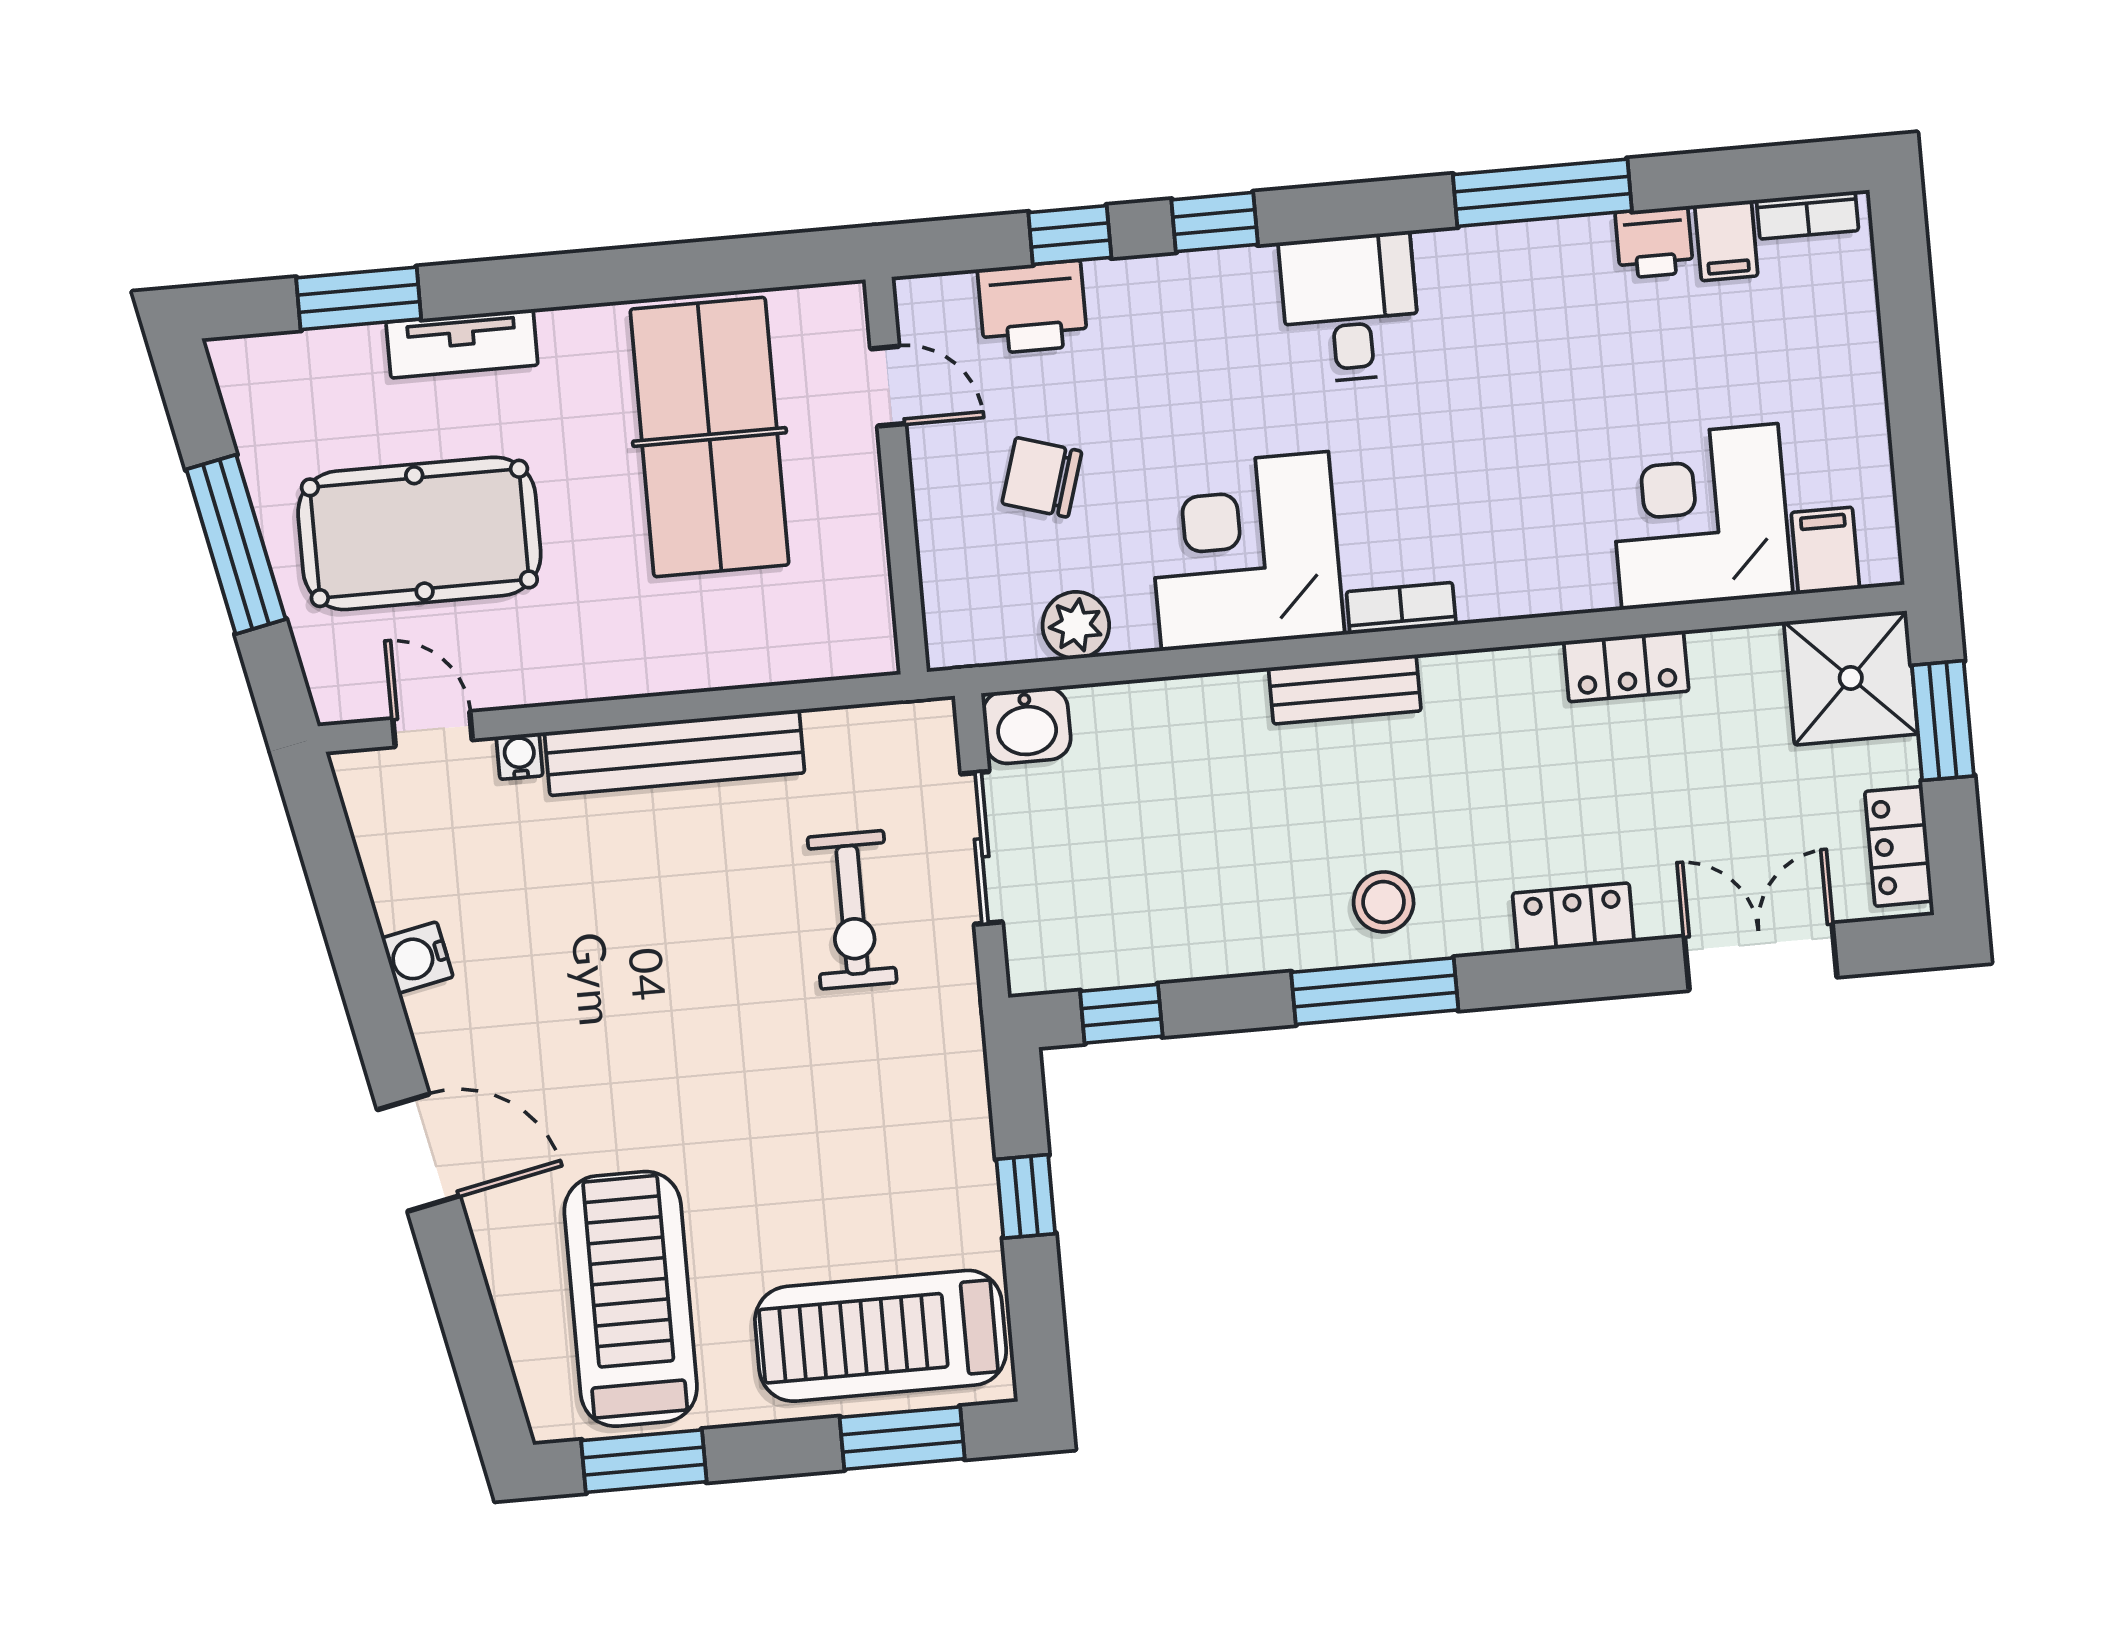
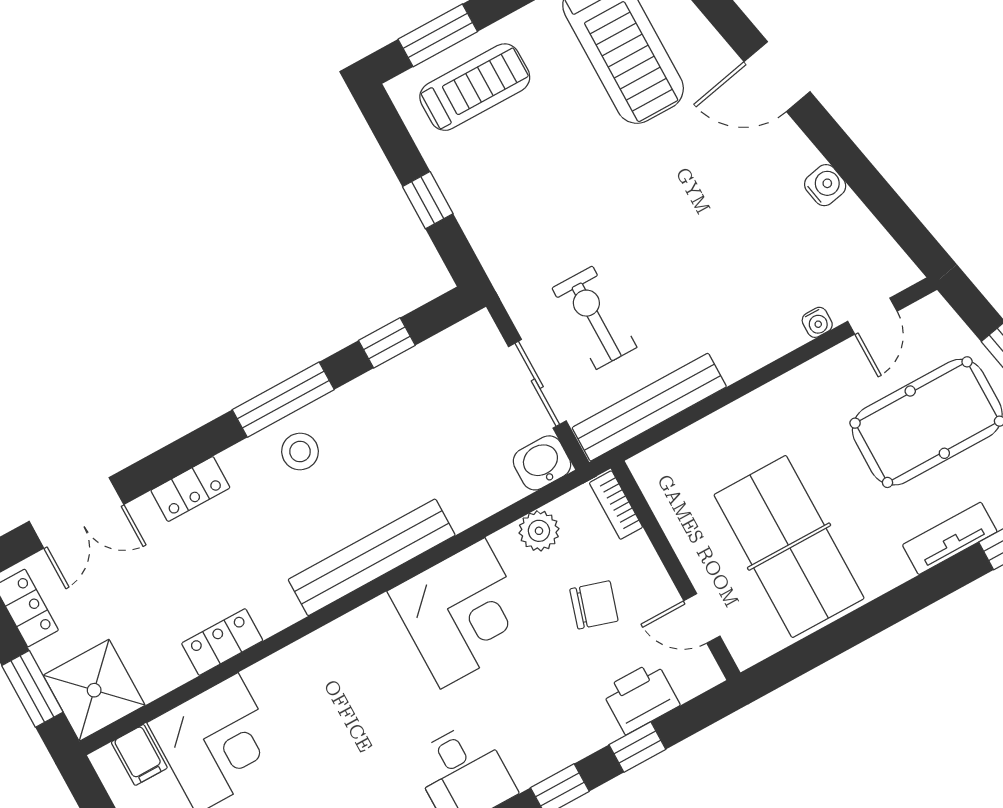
bookcase: (1401, 608) -> (616, 505), moved, turned 90
bench: (1345, 689) -> (372, 557), width x1.86, depth x1.21
door: (432, 729) -> (872, 316), hinge flipped
bench: (675, 753) -> (649, 407), moved
window: (1121, 1014) -> (387, 343), moved
treadmill: (881, 1336) -> (475, 87), width x0.73, depth x0.73

